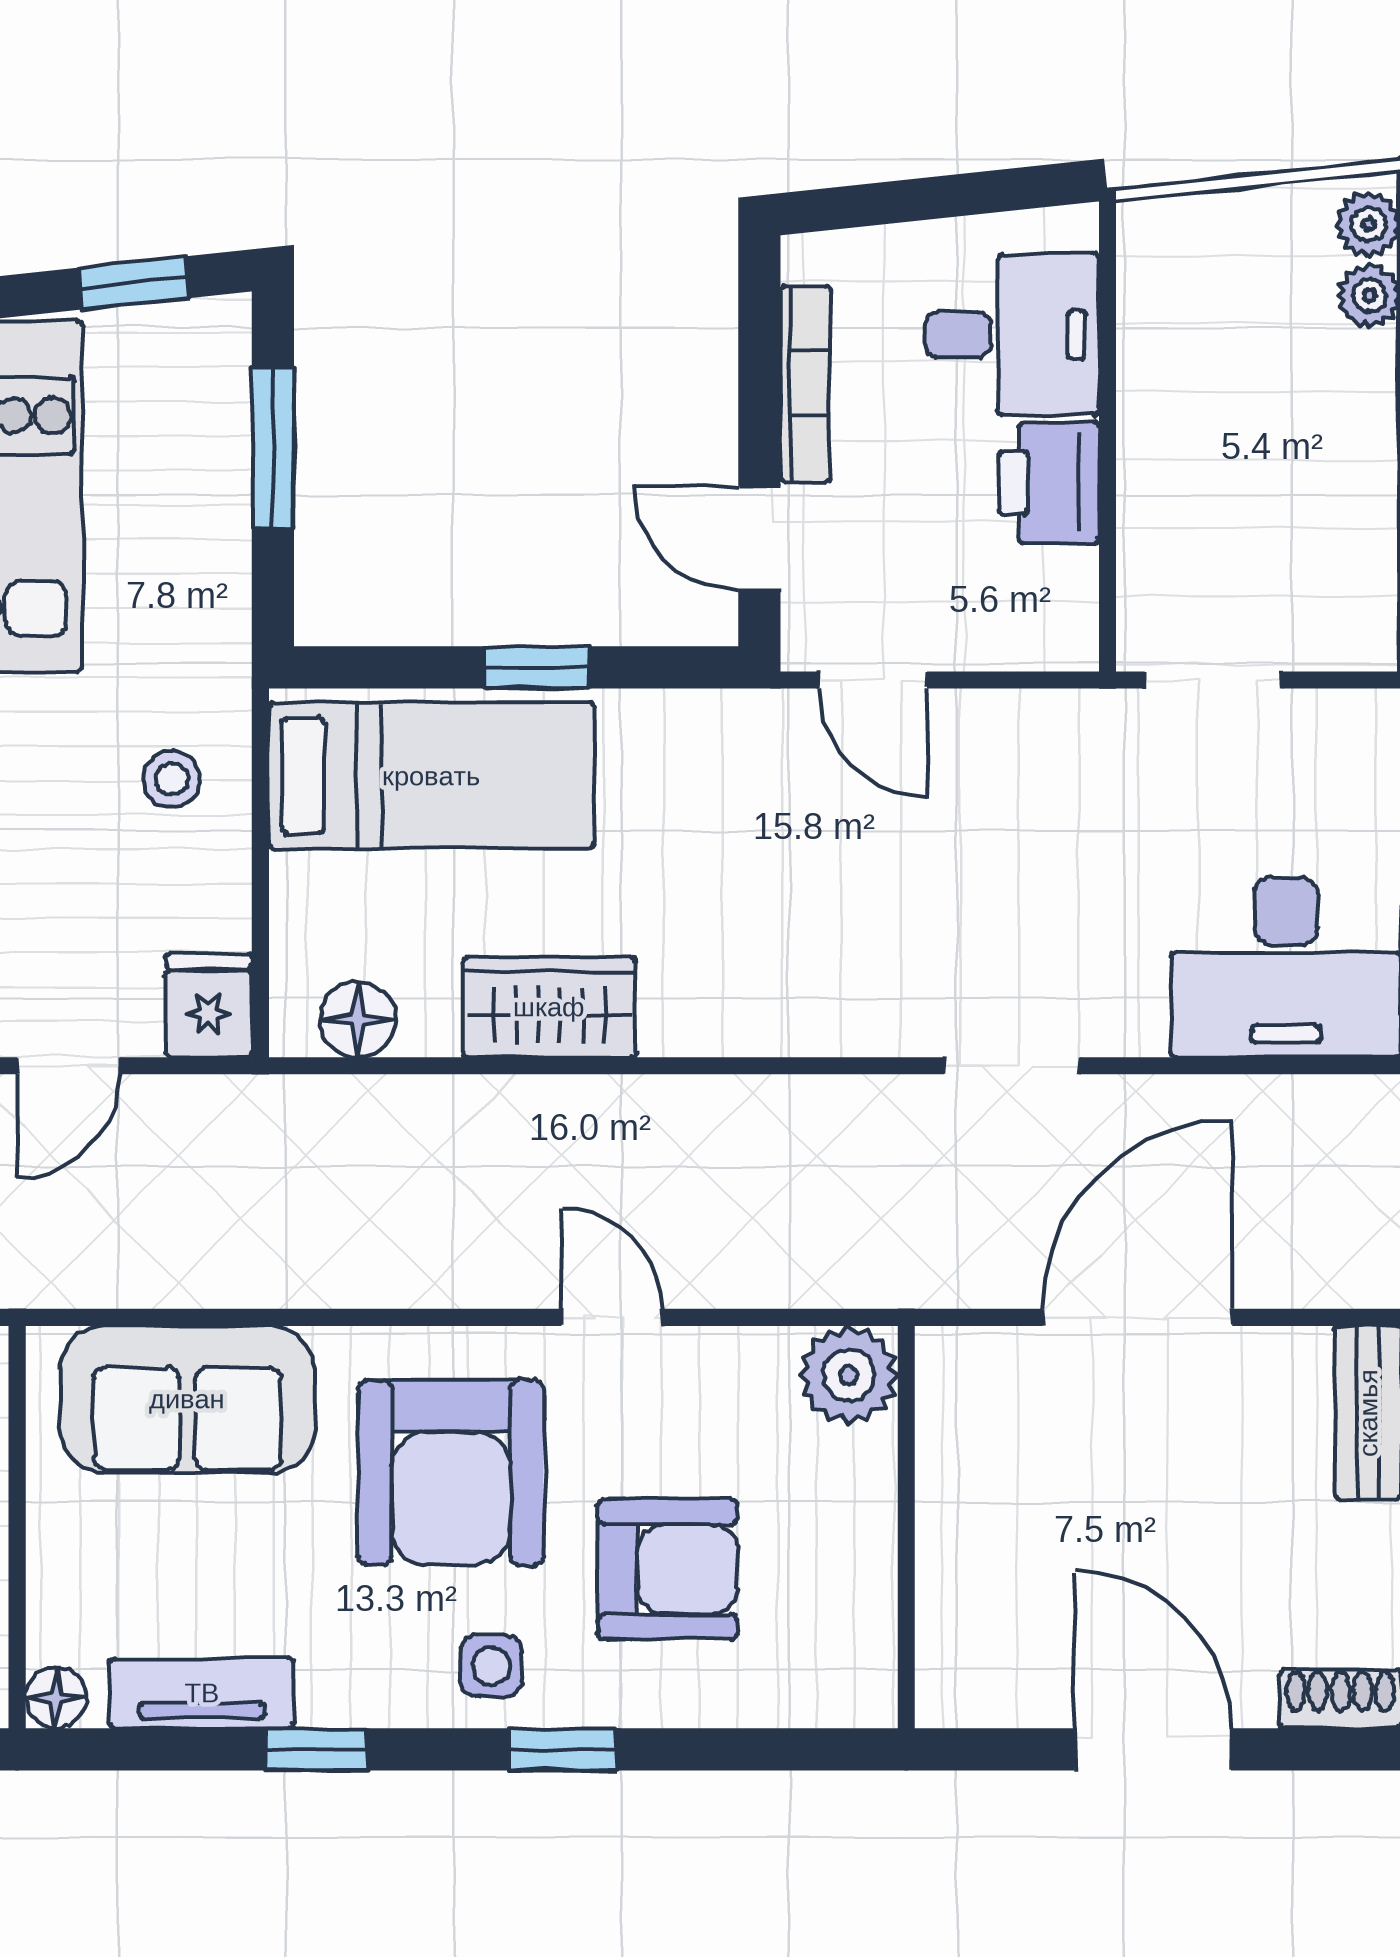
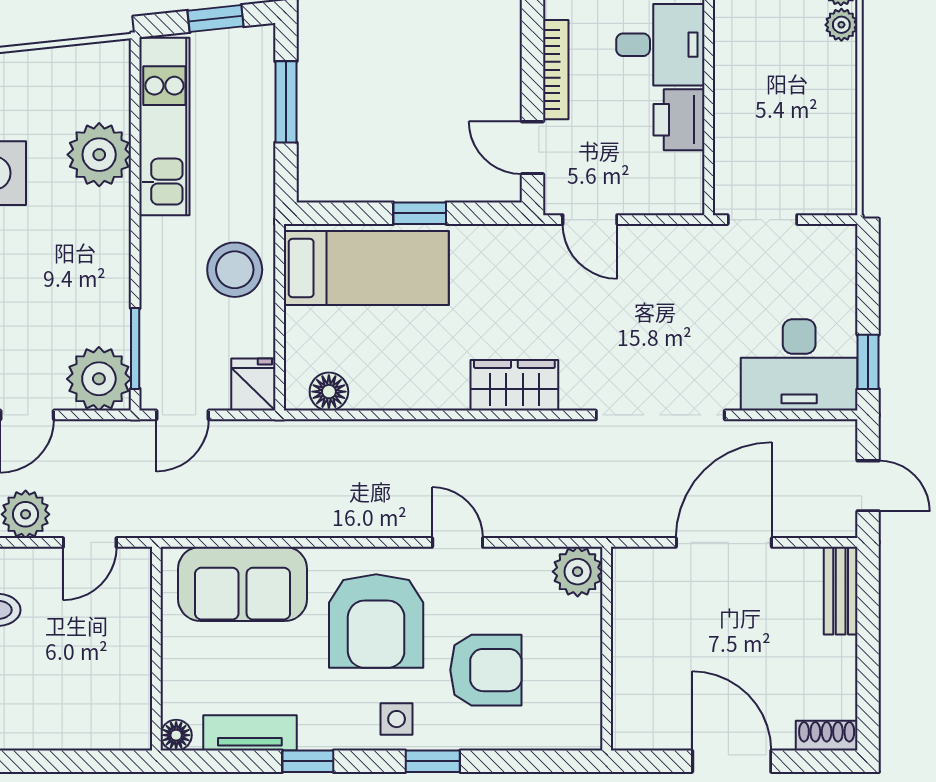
stool: (172, 779) -> (235, 270), width x1.89, depth x1.89
wardrobe: (549, 1007) -> (514, 385), moved
doorway: (1012, 1066) -> (660, 415), width x1.88

